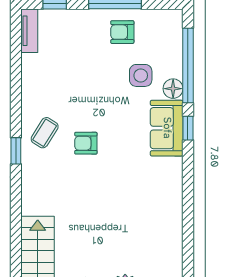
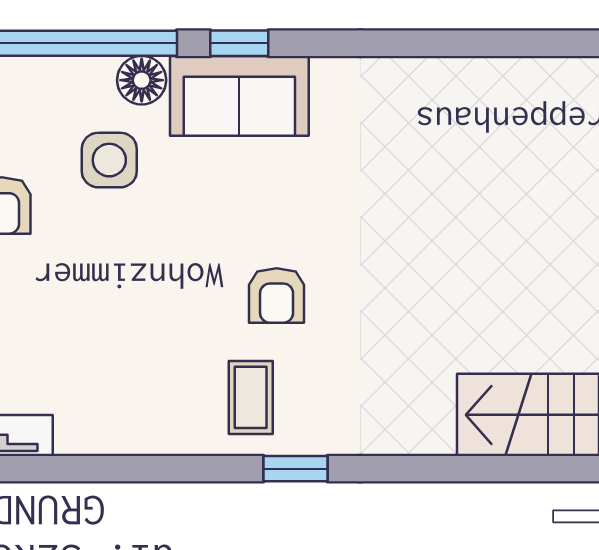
coffee table: (45, 133) -> (251, 397), turned 58

